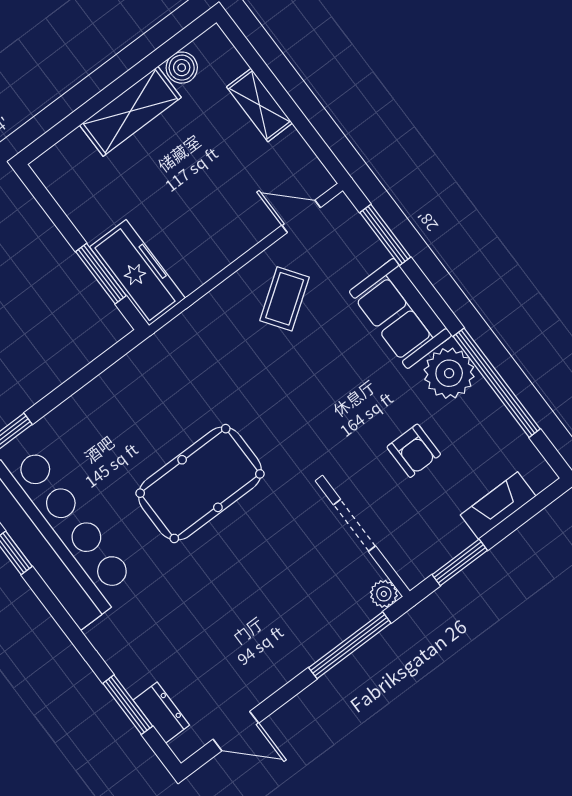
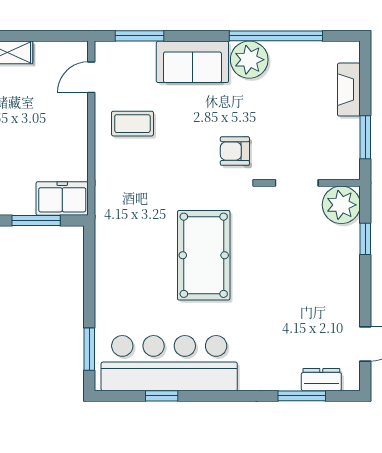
freezer: (138, 273) -> (62, 198), width x0.71
coffee table: (285, 299) -> (132, 124), turned -55
armchair: (414, 451) -> (235, 151), moved, turned 180
plant: (384, 594) -> (341, 205), width x1.87, depth x1.87
window: (350, 645) -> (365, 239), width x0.46

